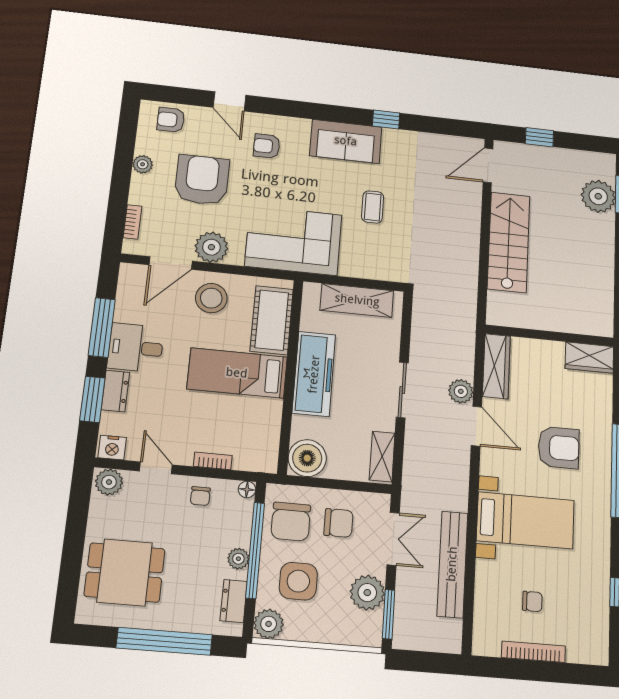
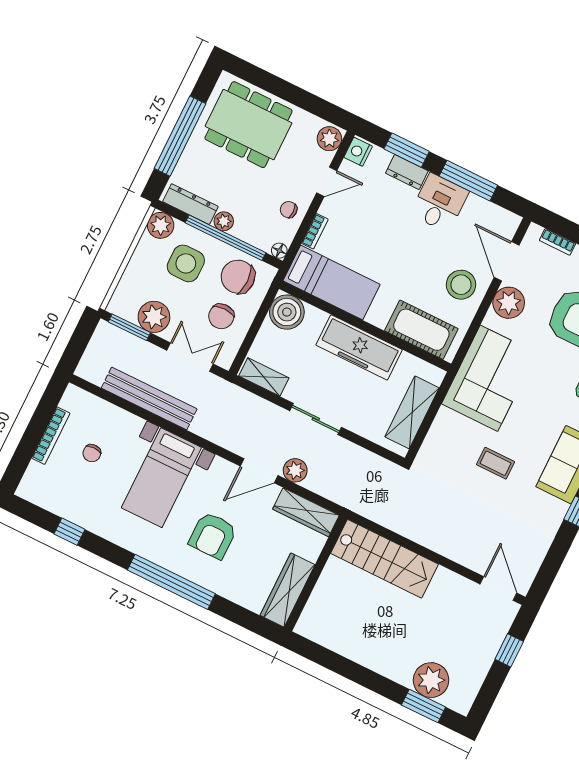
stairs: (509, 242) -> (384, 559), moved
wardrobe: (589, 358) -> (287, 590), width x1.50
bed: (237, 373) -> (332, 283), moved, turned 90
double door: (393, 539) -> (190, 357), swing flipped
dining table: (125, 572) -> (249, 125), width x1.37
dresser: (234, 601) -> (190, 204), width x1.44

